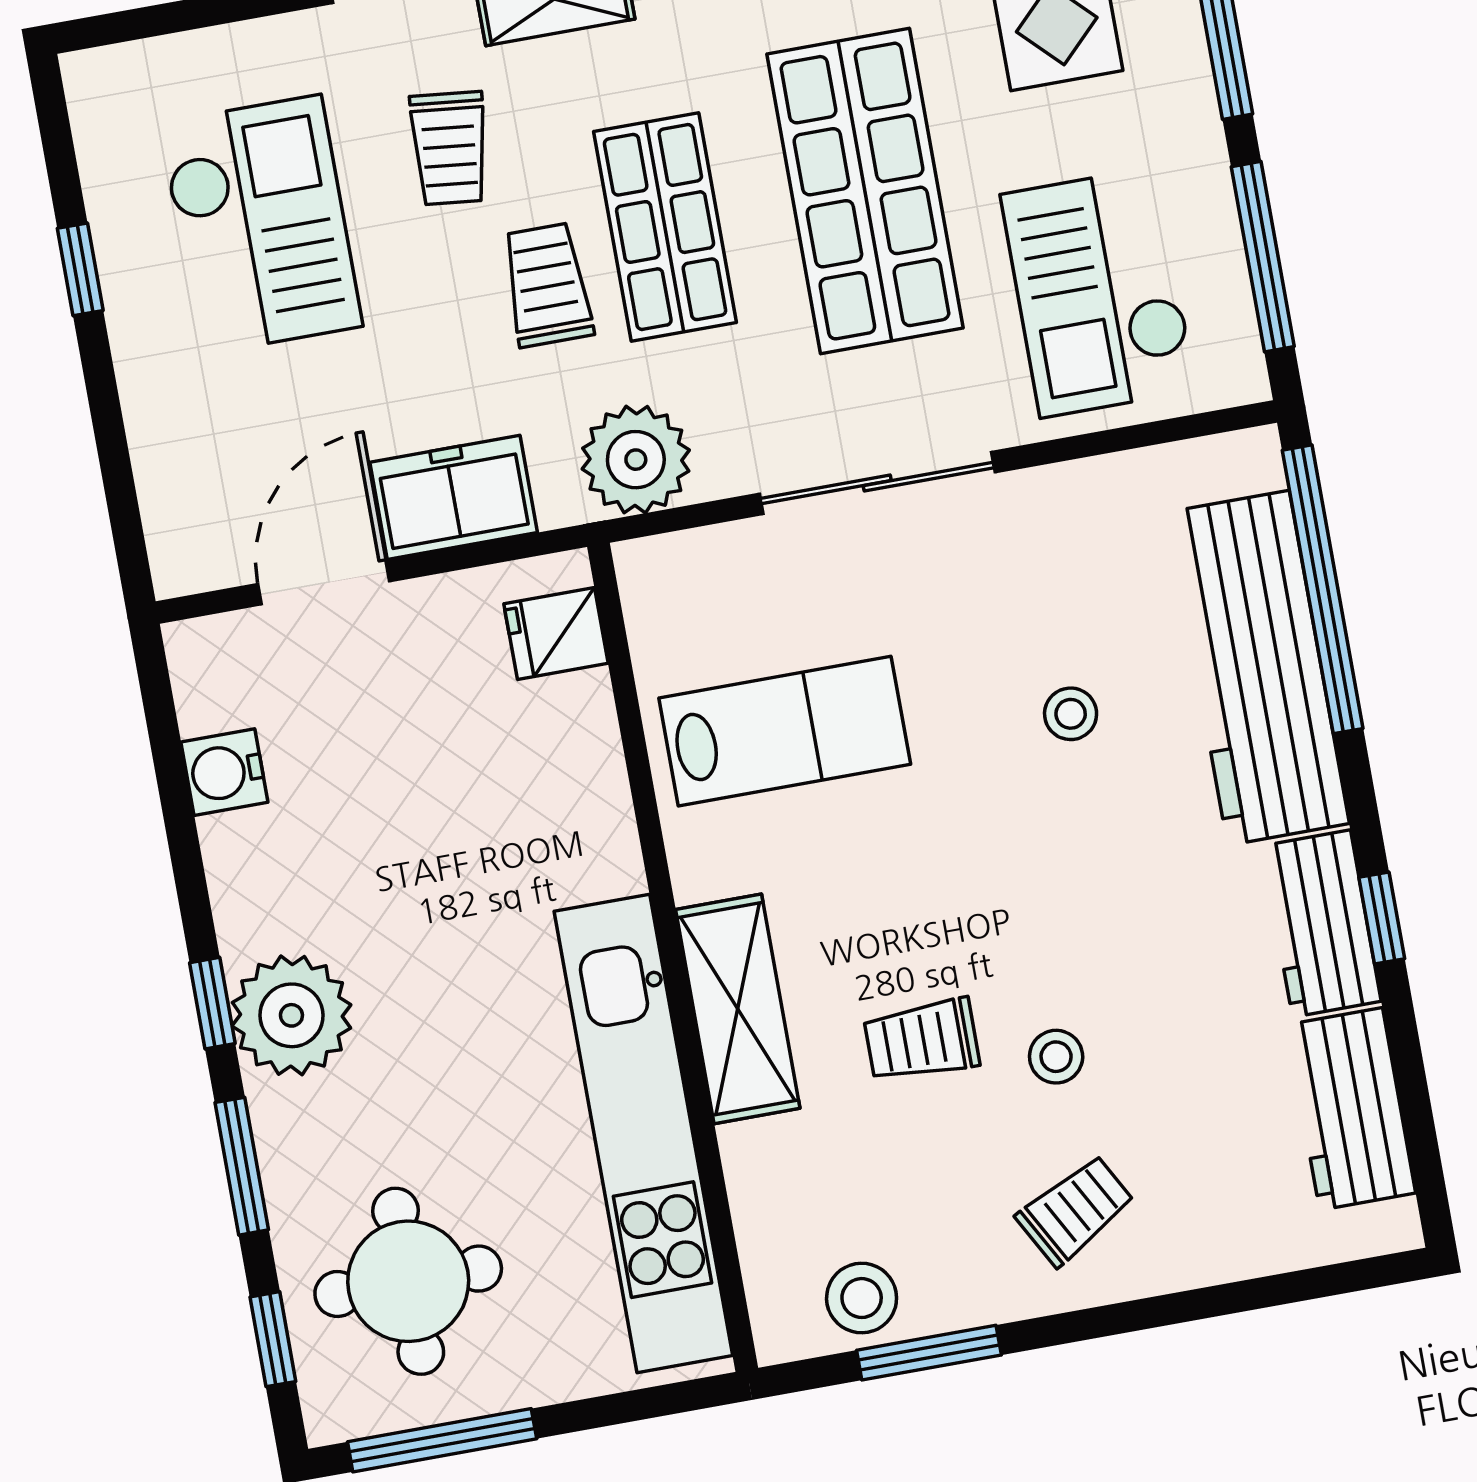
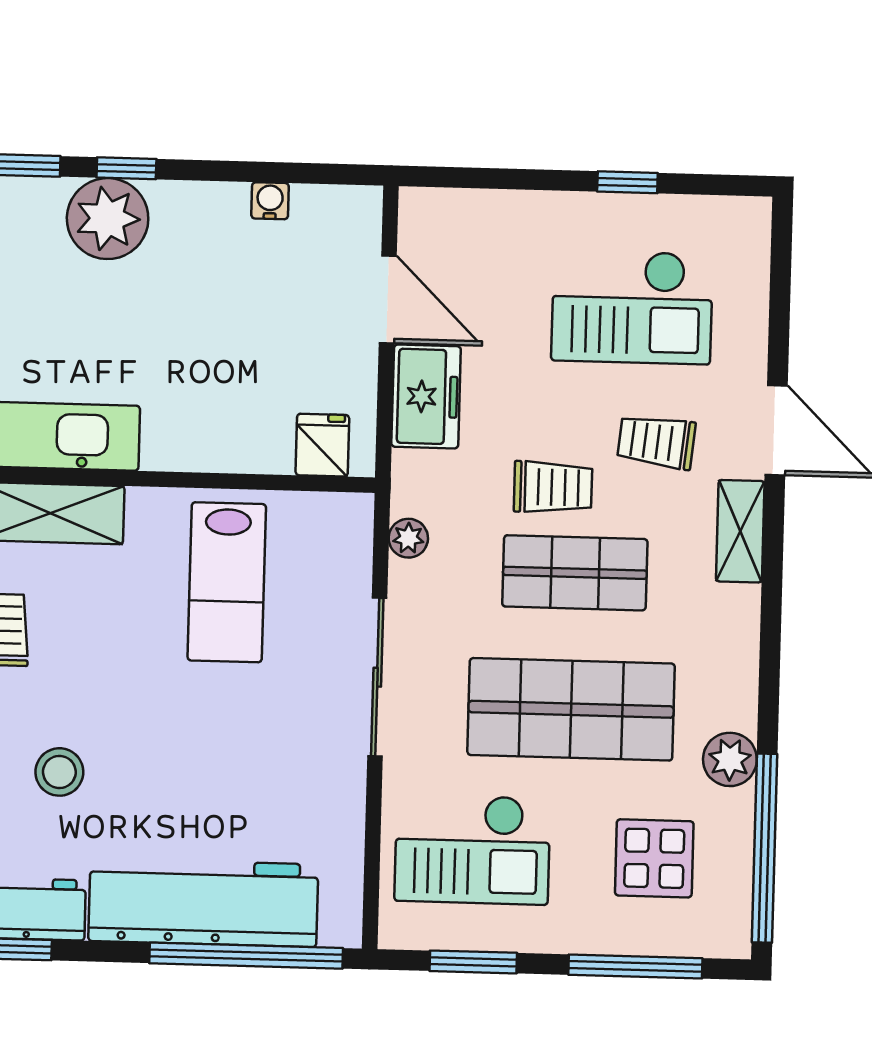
window: (1263, 257) -> (473, 962), width x0.69
checkout: (1099, 292) -> (472, 849), turned 180
plant: (636, 460) -> (408, 538), width x0.53, depth x0.53
stool: (1071, 714) -> (59, 772), moved, width x1.37, depth x1.37
water cooler: (224, 772) -> (270, 201), width x0.72, depth x0.72

